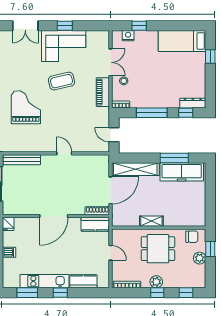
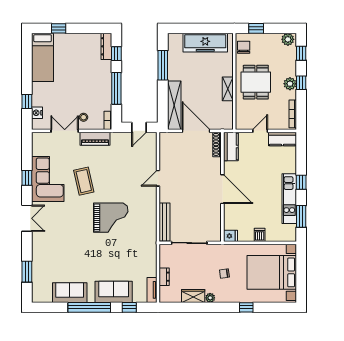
grand piano: (26, 107) -> (111, 218), turned 180
freezer: (182, 172) -> (205, 43), moved, turned 90
plant: (200, 258) -> (288, 39), moved
kitchen counter: (83, 281) -> (282, 139), moved, turned -90

